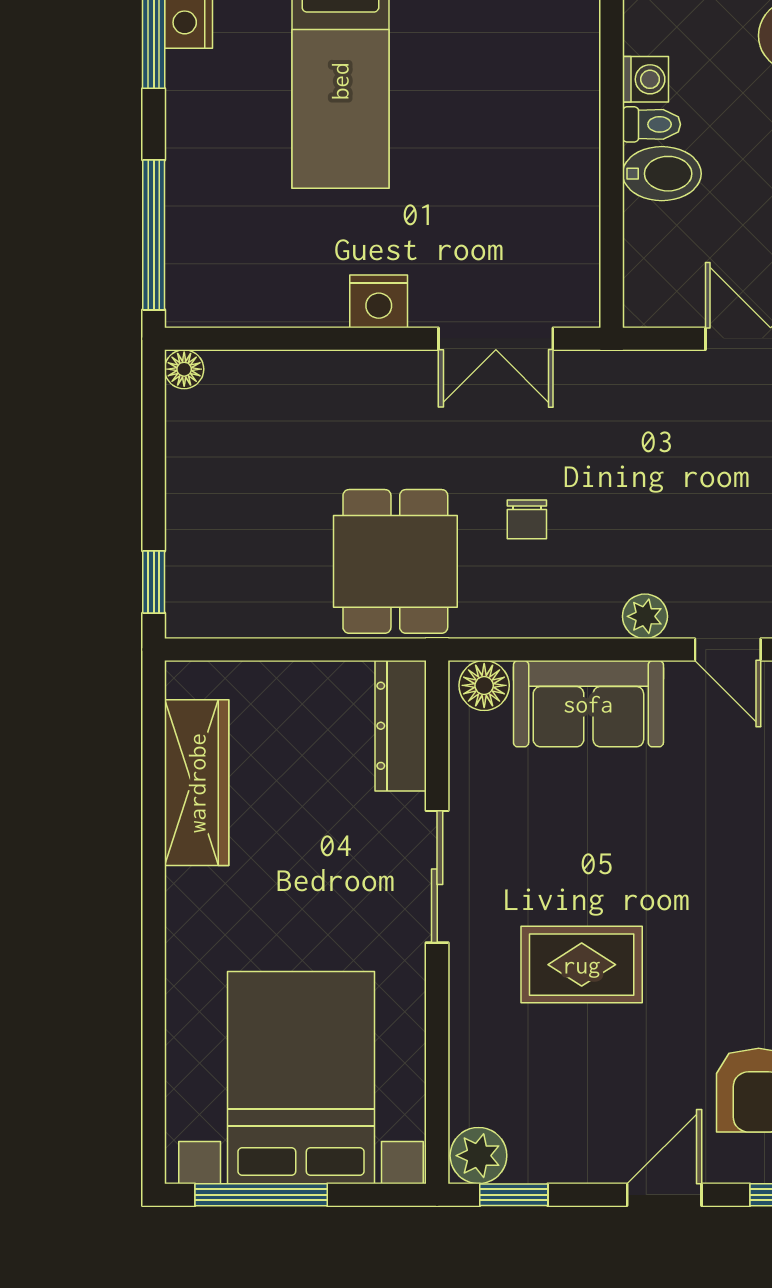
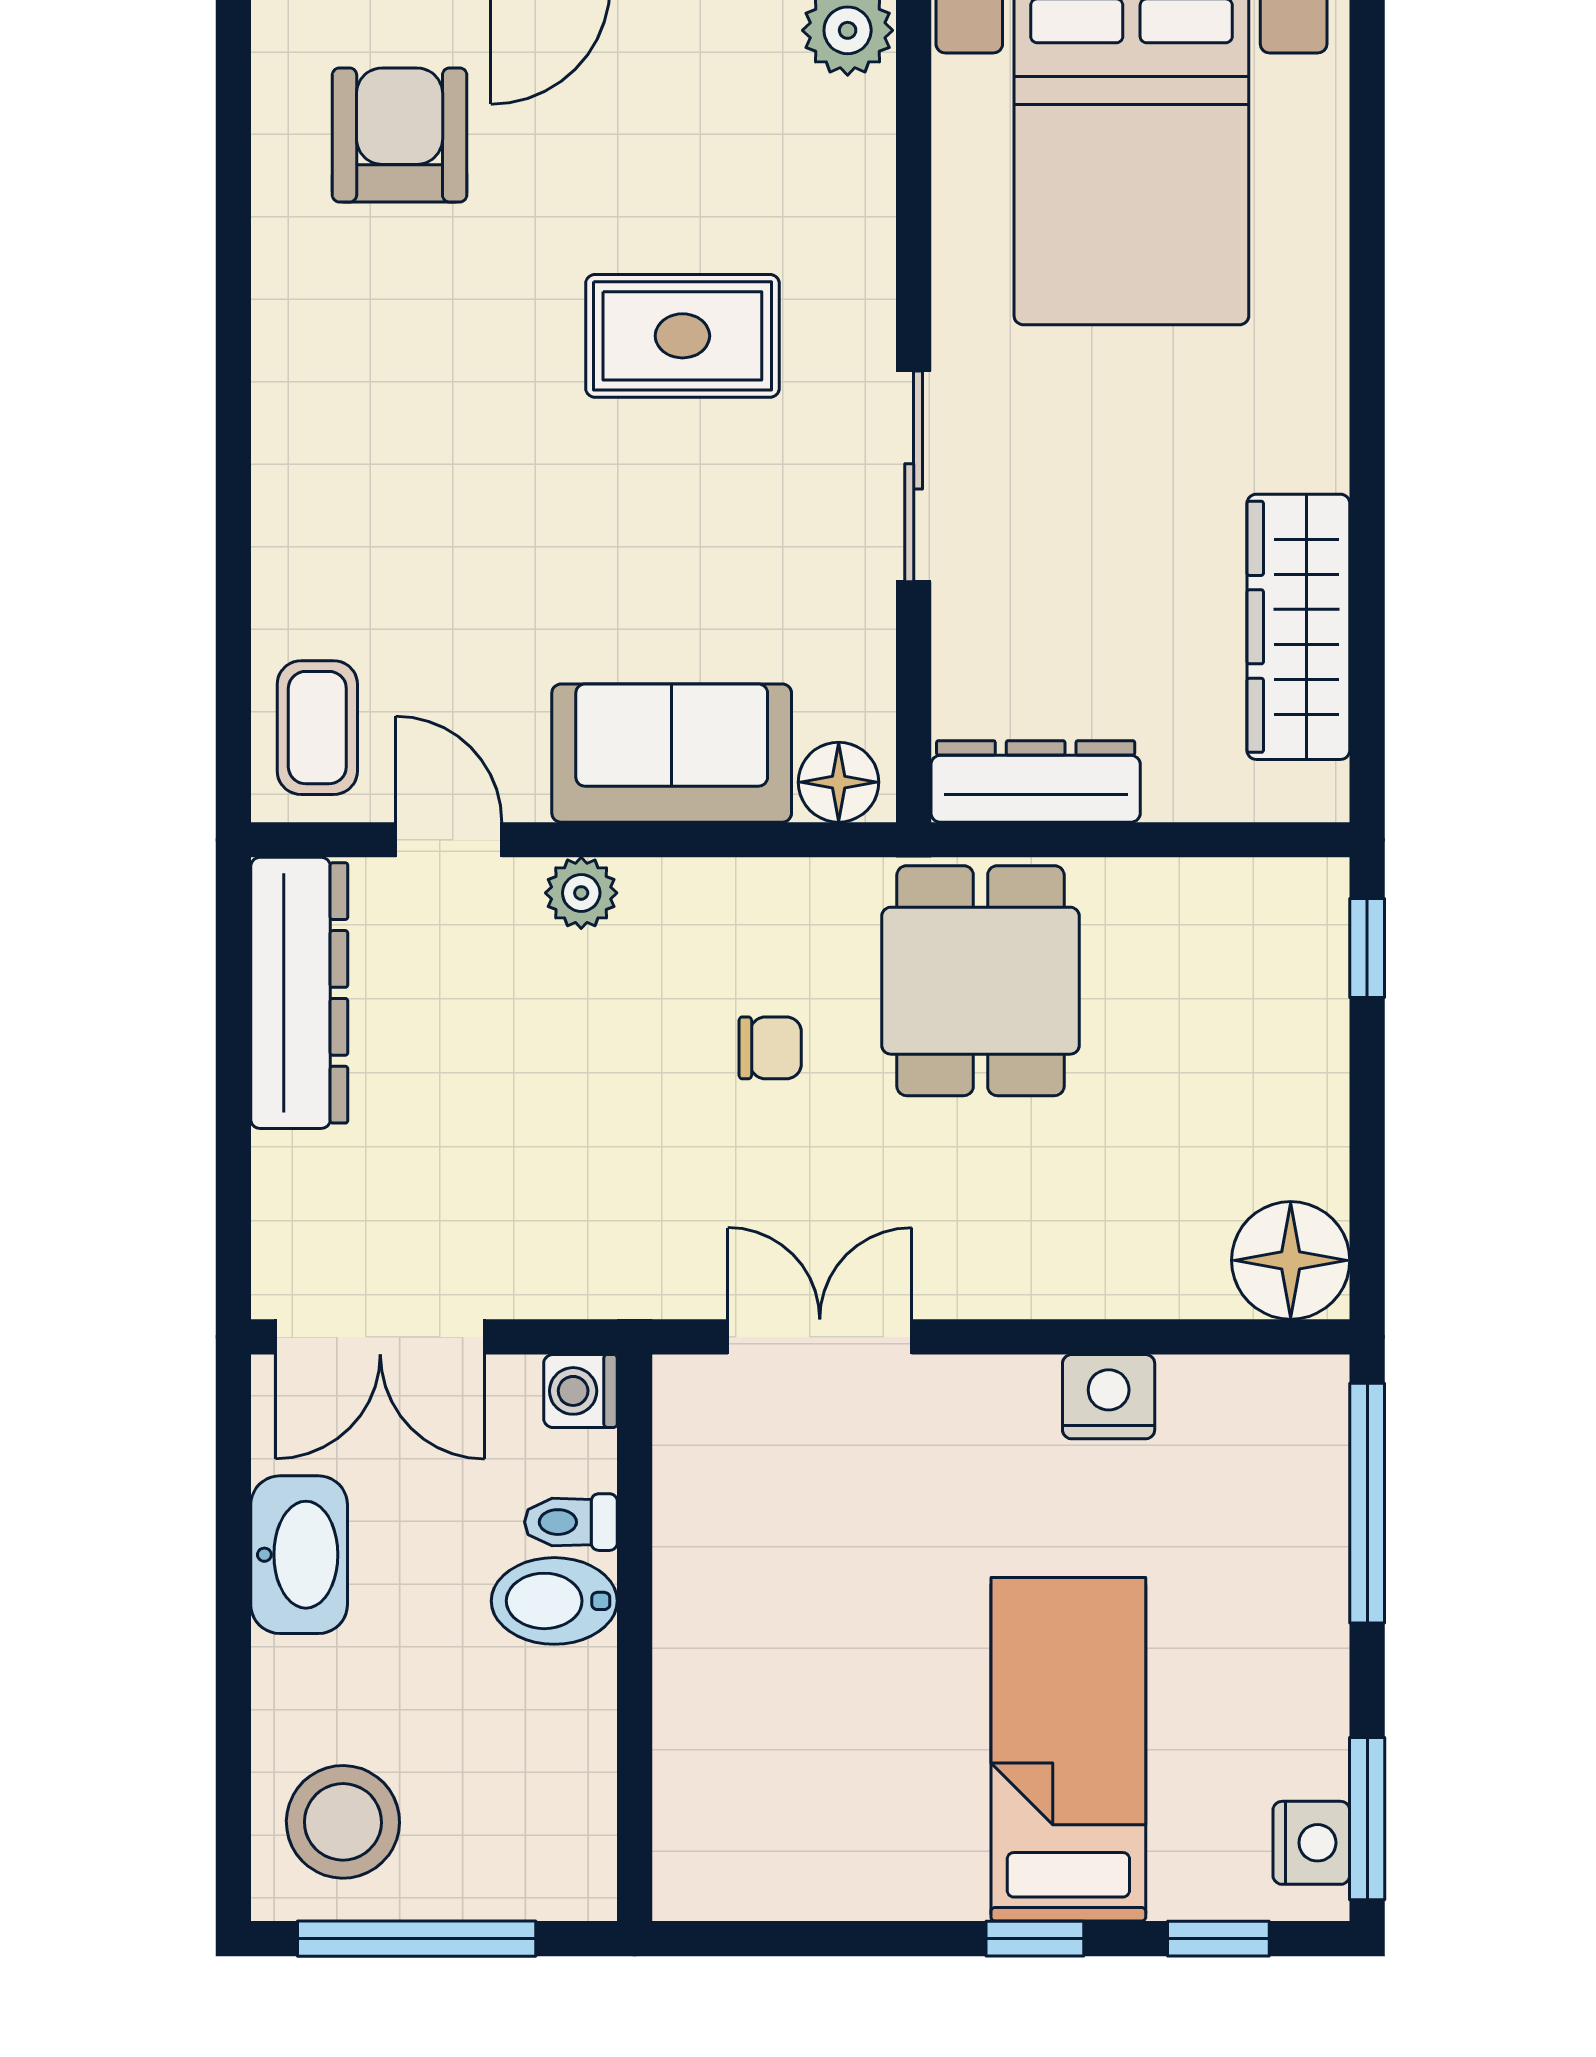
washing machine: (645, 79) -> (580, 1391), moved
toilet: (651, 124) -> (571, 1522), moved
nightstand: (379, 301) -> (1109, 1397), moved
floor lamp: (184, 369) -> (1291, 1260), width x1.89, depth x1.89
chair: (527, 519) -> (770, 1048), turned 90
dresser: (401, 726) -> (1036, 781), moved, turned -90

